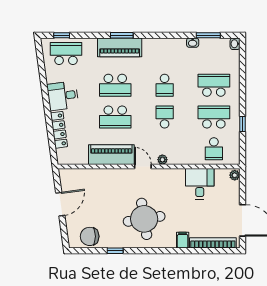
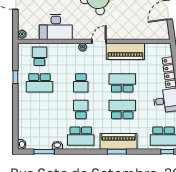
school desk: (214, 85) -> (81, 136), moved
door: (143, 167) -> (99, 41), swing flipped
desk: (200, 184) -> (56, 27), width x1.37

